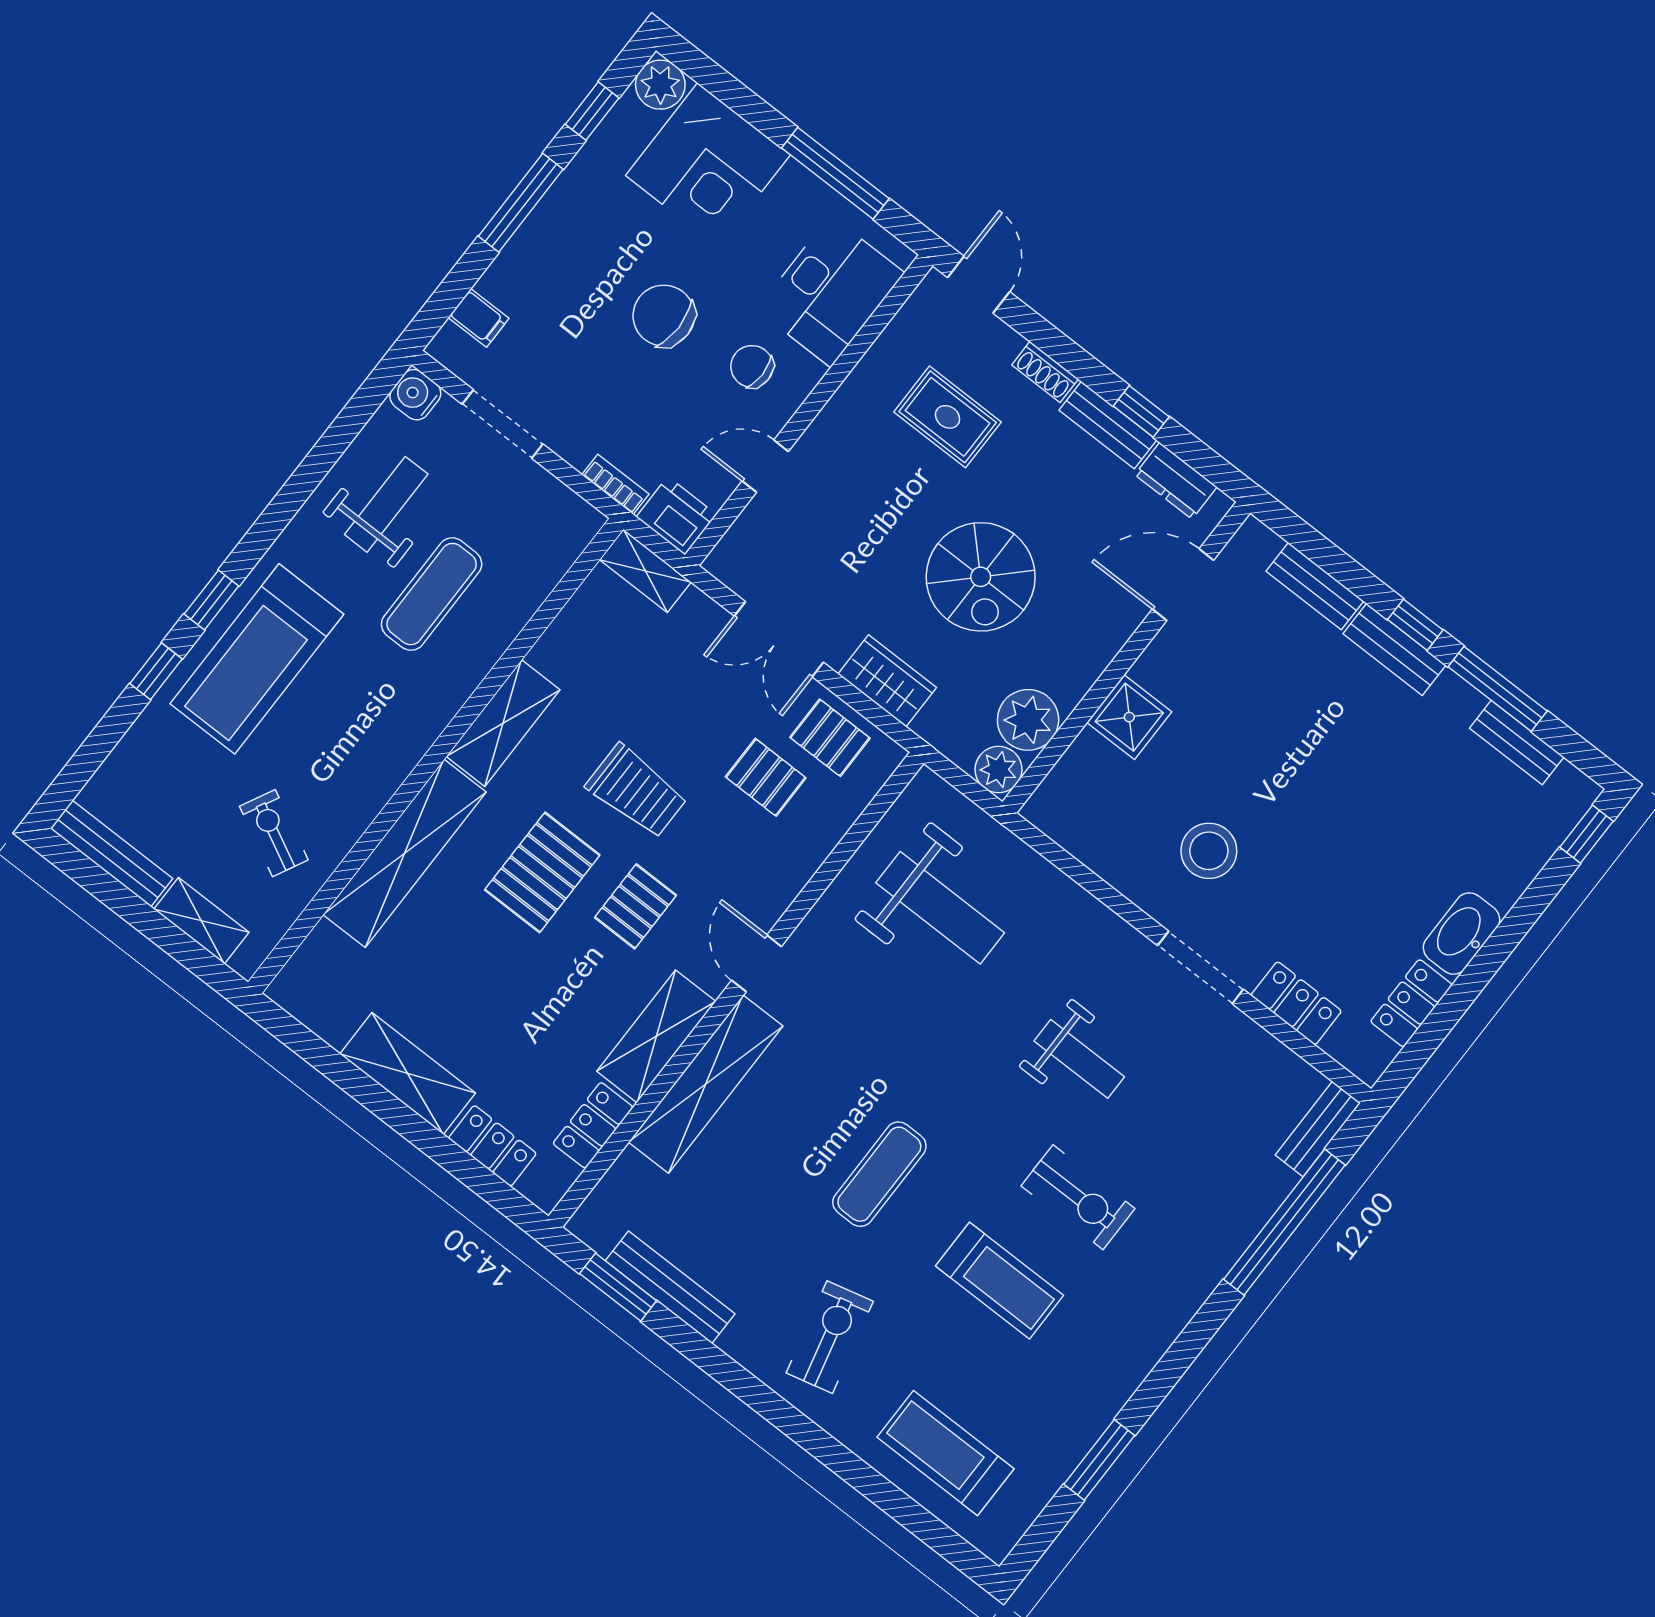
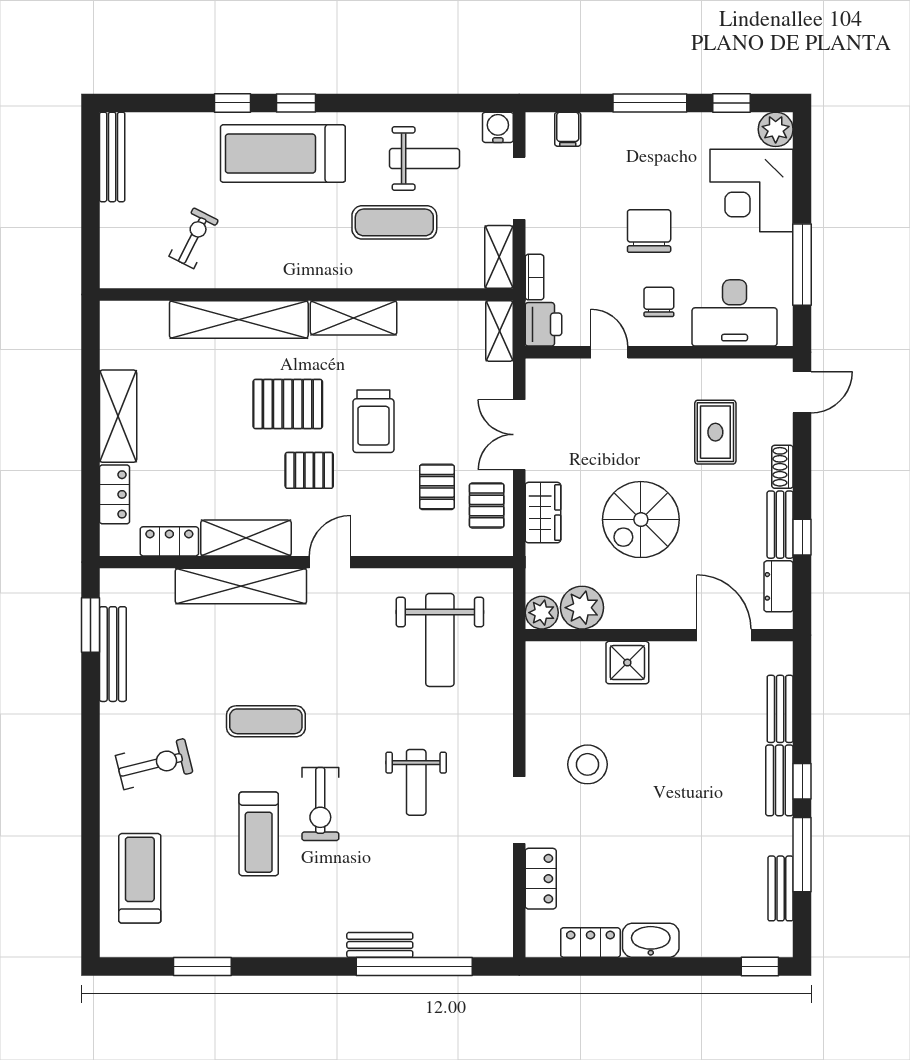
shelving: (201, 921) -> (499, 257), moved
bench: (1318, 1129) -> (380, 945), moved
exercise bike: (1078, 1197) -> (320, 804), moved

